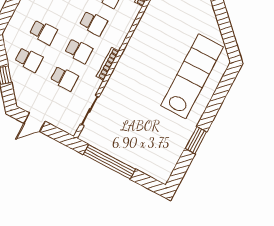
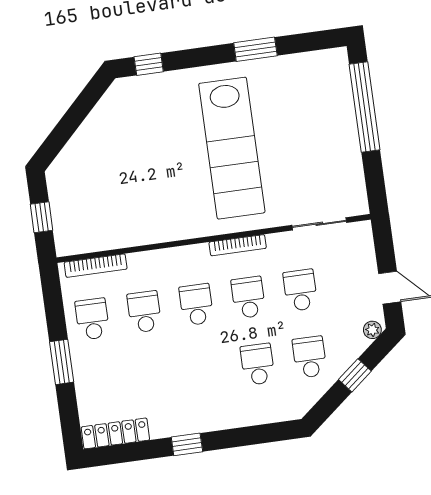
lab bench: (192, 76) -> (232, 148), moved, turned -90
window: (226, 84) -> (149, 64), added
plant: (20, 99) -> (372, 330), added
window: (109, 162) -> (365, 107), moved

